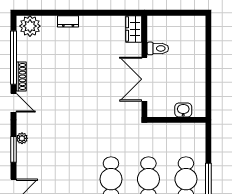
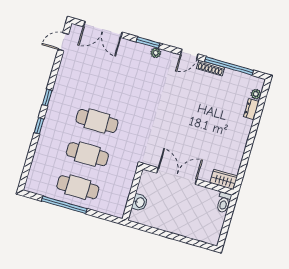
dresser: (68, 21) -> (251, 109), moved
plant: (30, 26) -> (256, 94), width x0.53, depth x0.53
toilet: (158, 48) -> (224, 202), moved

